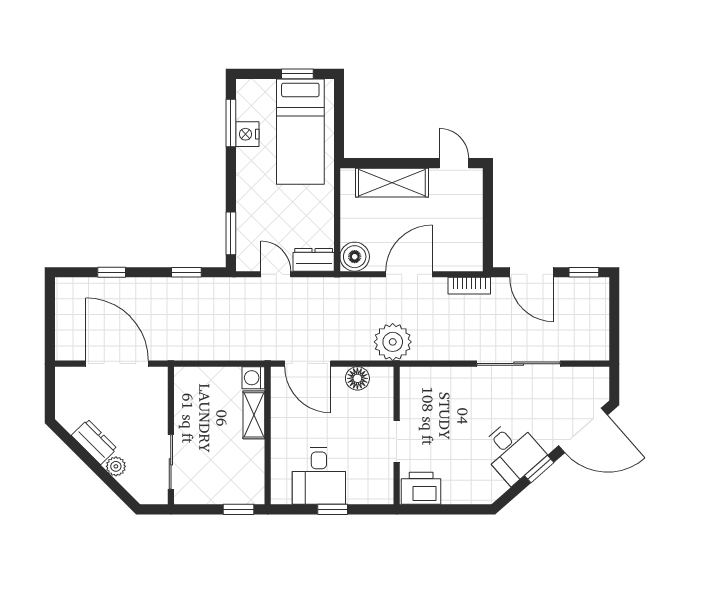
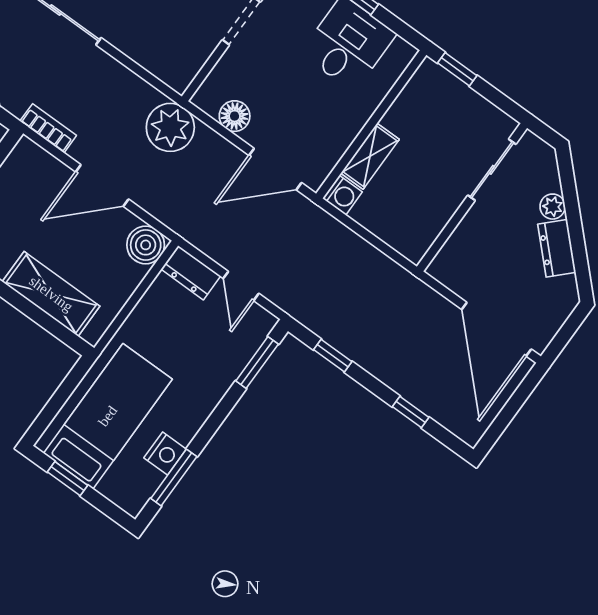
door: (117, 364) -> (497, 329), moved
door: (308, 364) -> (275, 169), swing flipped

